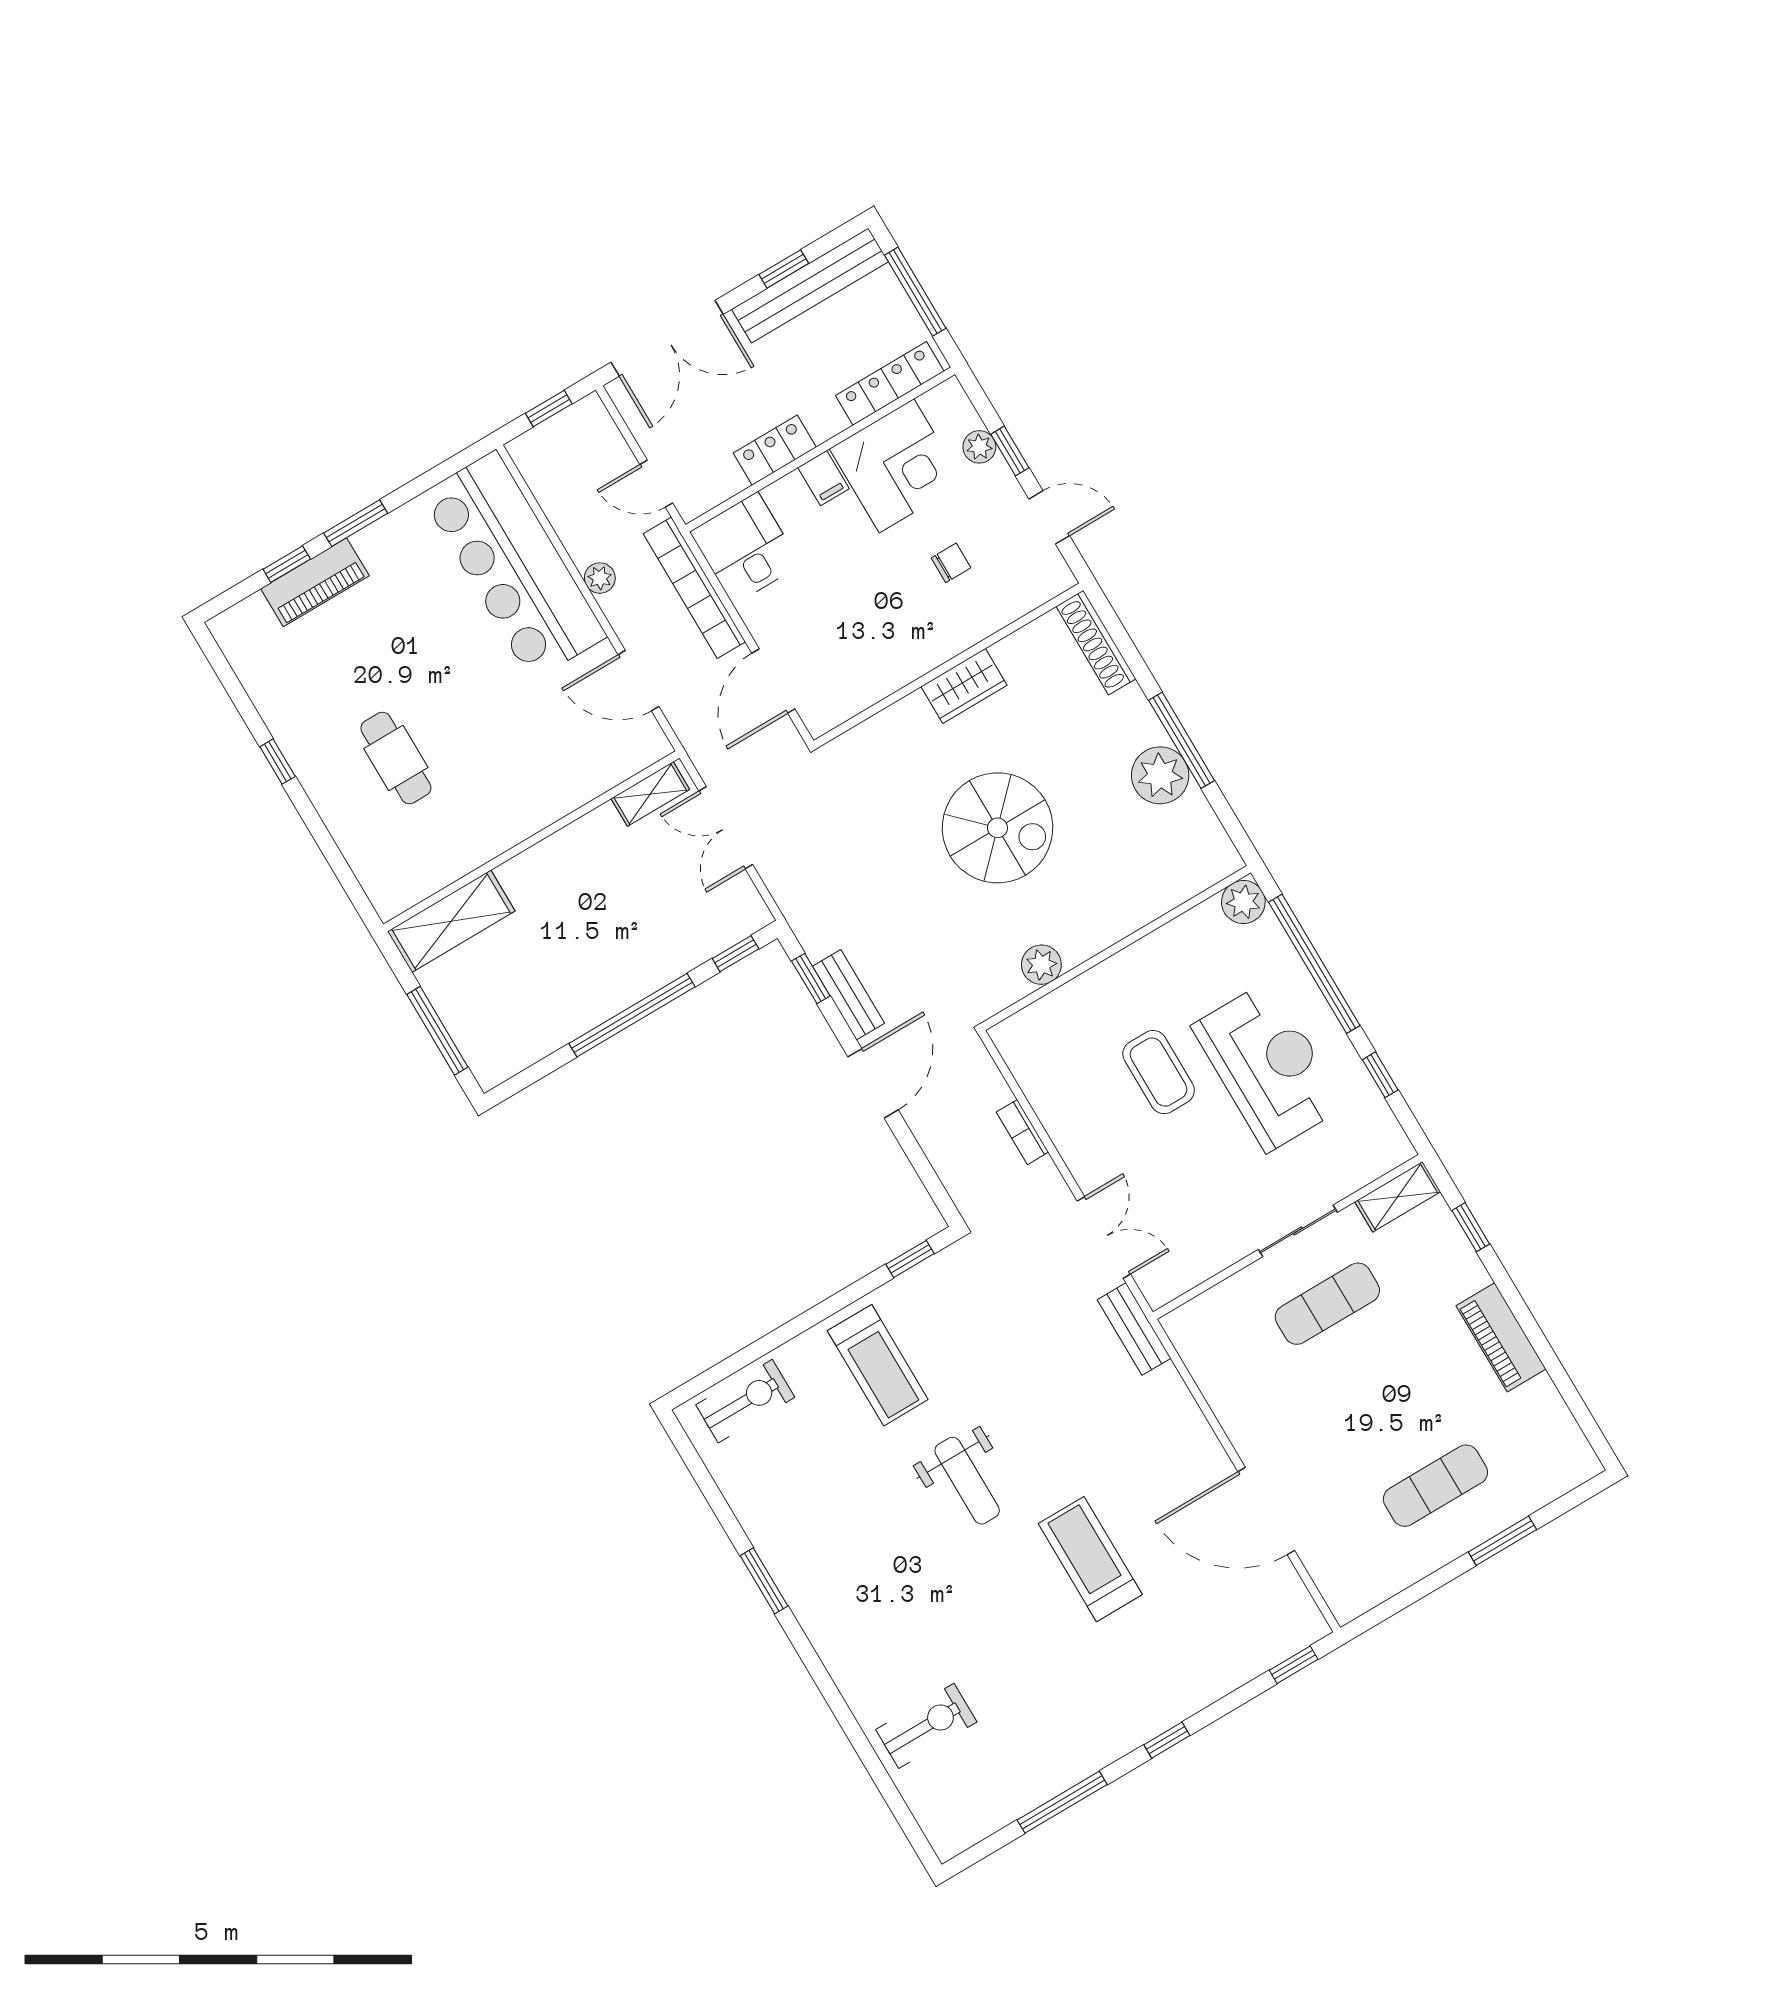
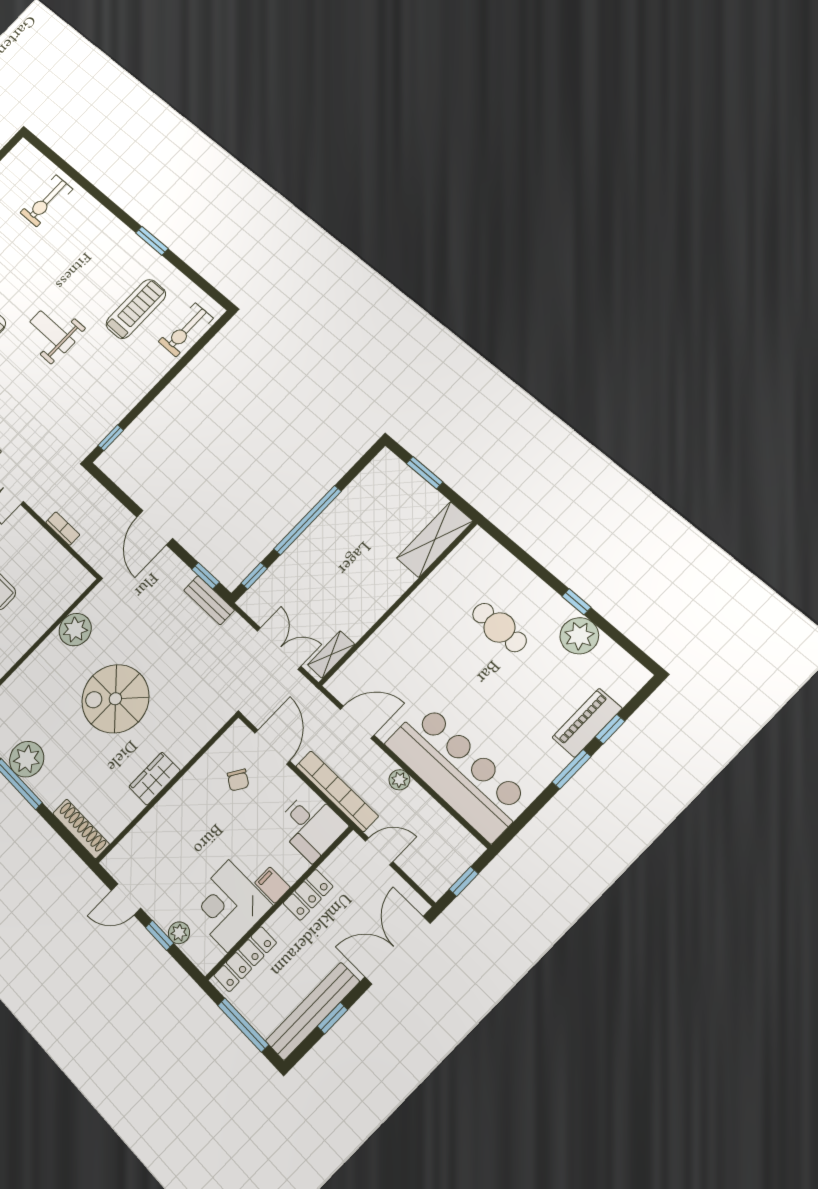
chair: (951, 563) -> (238, 780), moved, turned -57
plant: (288, 711) -> (579, 636), added
plant: (1041, 965) -> (75, 630), width x1.36, depth x1.36
bench: (849, 995) -> (209, 600), moved
window: (437, 1031) -> (425, 473), width x0.69
treadmill: (878, 1365) -> (136, 309), moved, turned 90

